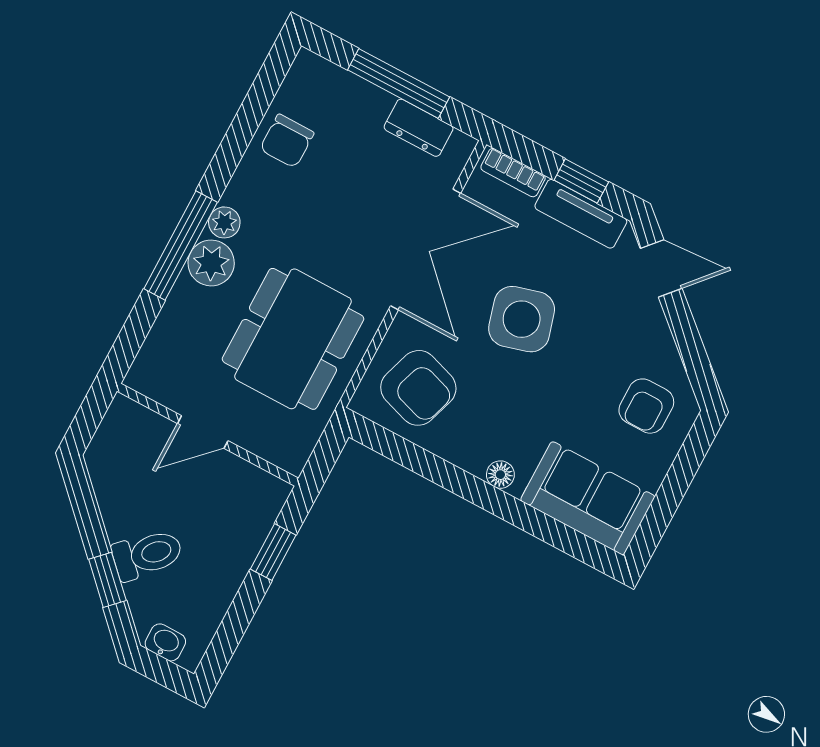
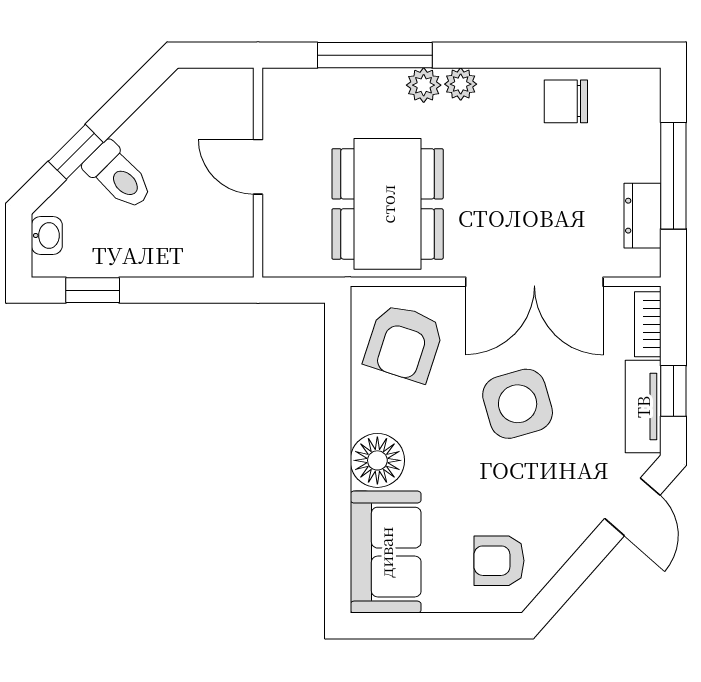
window: (181, 246) -> (375, 55), moved
plant: (211, 263) -> (424, 85), width x0.73, depth x0.73
dining table: (293, 339) -> (388, 204), turned 90
floor lamp: (500, 475) -> (377, 460), width x1.89, depth x1.89
window: (273, 552) -> (93, 290), moved

